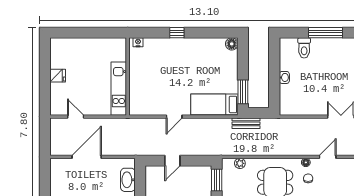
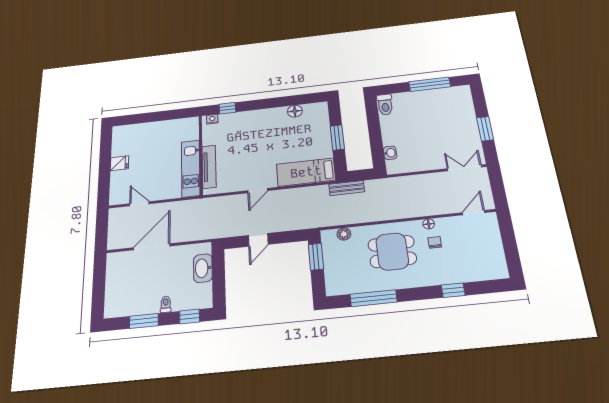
window: (177, 33) -> (227, 108), moved
floor lamp: (232, 44) -> (295, 111), moved
toilet: (304, 48) -> (385, 105), moved
washbasin: (284, 77) -> (390, 153), moved
tv unit: (134, 89) -> (209, 167), added
window: (243, 92) -> (337, 138), moved
door: (328, 157) -> (474, 213), moved

